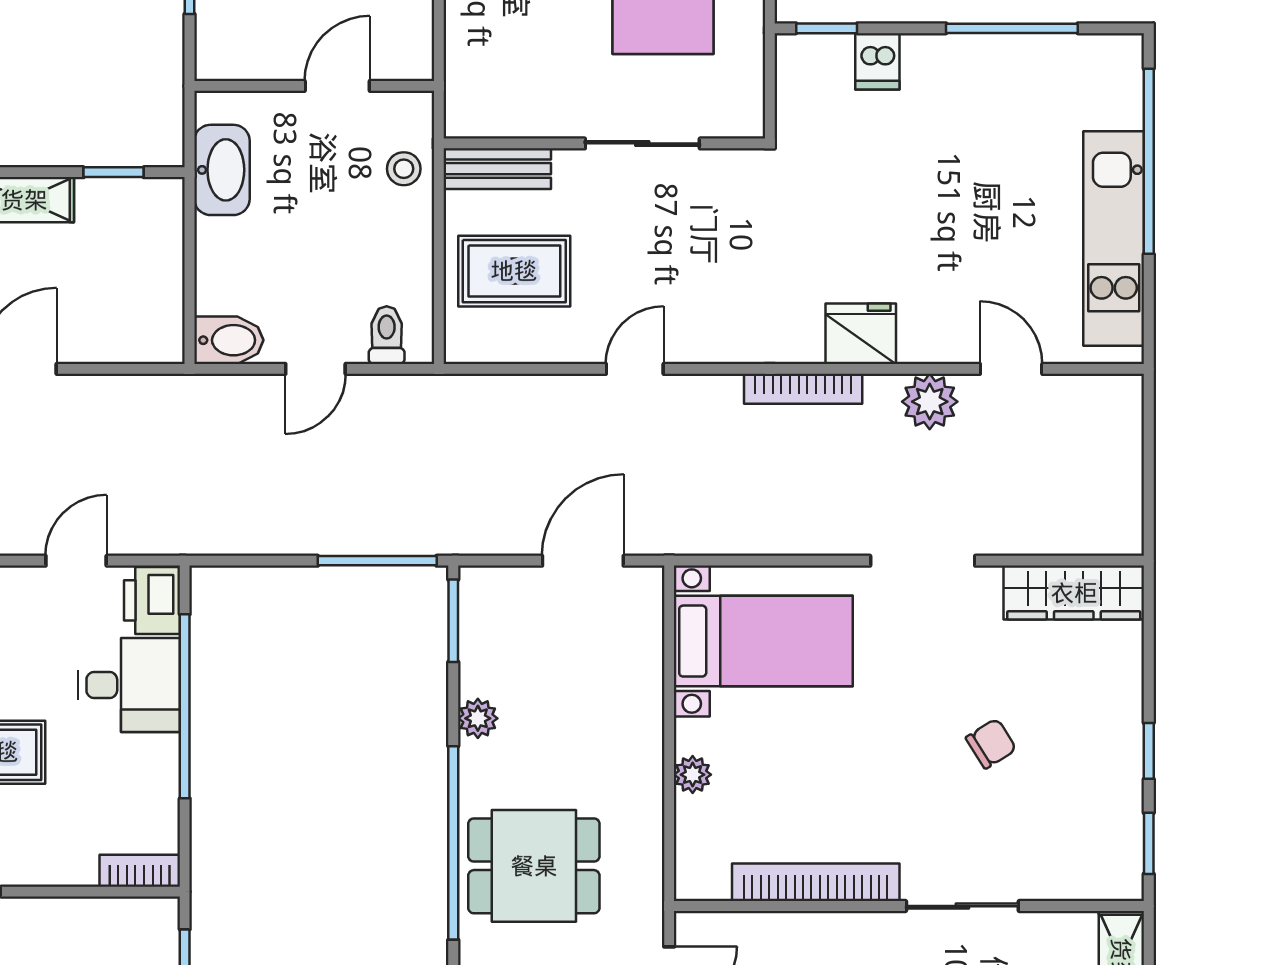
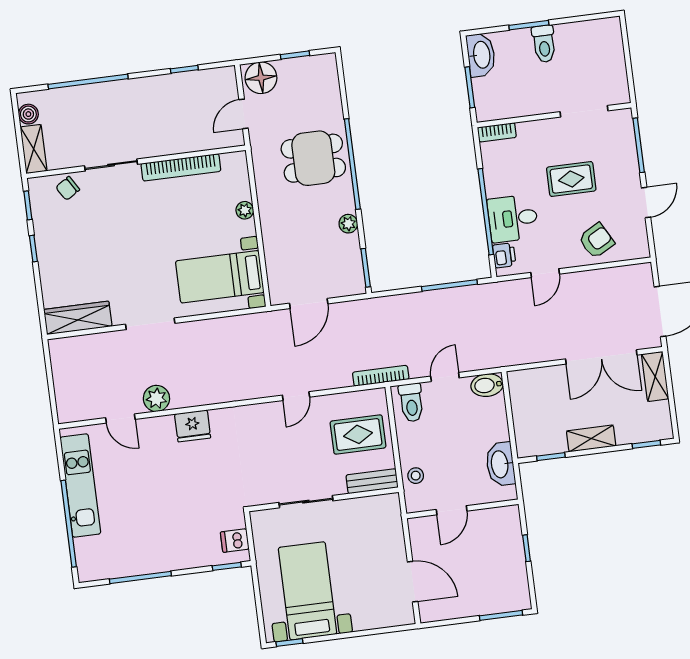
dishwasher: (877, 61) -> (235, 541), moved, turned -90
toilet: (387, 335) -> (411, 403), width x1.37, depth x1.39
bookcase: (803, 389) -> (381, 376), moved
window: (377, 561) -> (449, 285), moved
printer: (152, 600) -> (504, 255), width x0.73, depth x0.81
chair: (991, 744) -> (68, 188), moved

